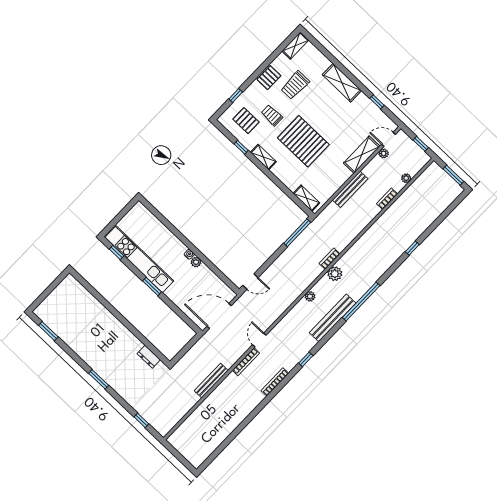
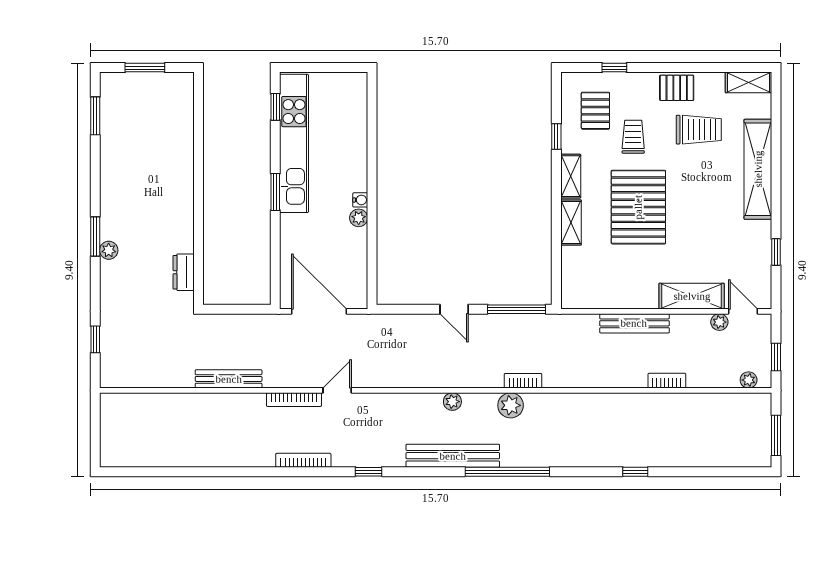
shelving: (342, 83) -> (758, 169), width x1.47
trolley: (295, 85) -> (699, 130), turned 180
plant: (406, 178) -> (749, 380), moved
shelving: (306, 198) -> (571, 223), moved
door: (250, 281) -> (454, 309), moved
window: (48, 291) -> (145, 68), added
plant: (110, 379) -> (109, 250), added

